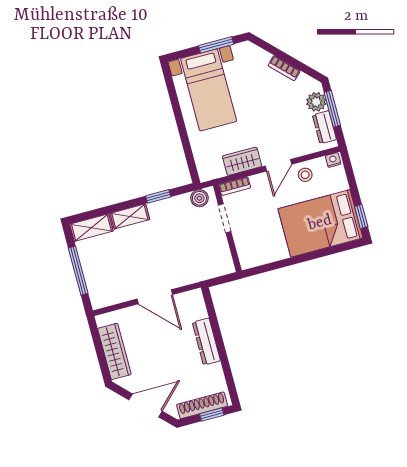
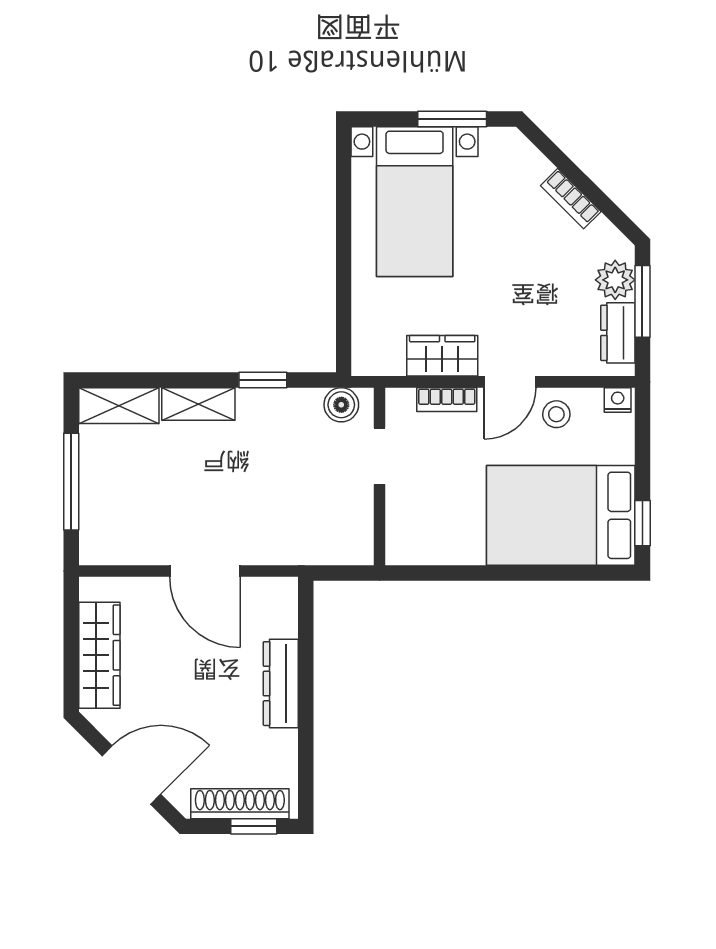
bookcase: (235, 186) -> (447, 400), moved

